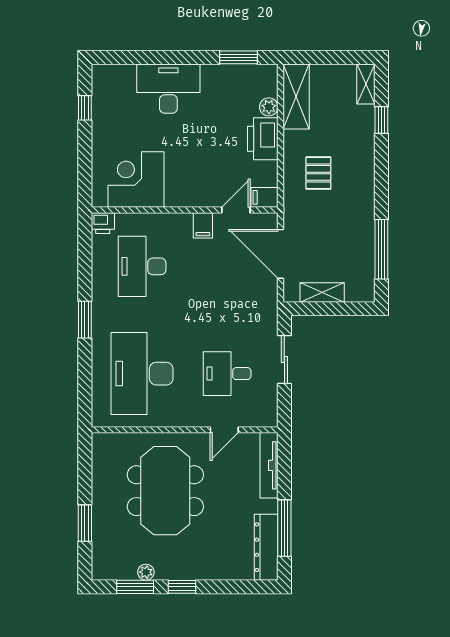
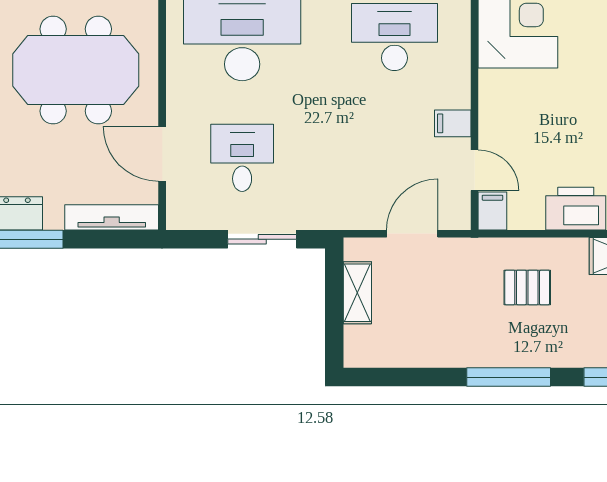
window: (381, 249) -> (509, 377), moved
door: (280, 254) -> (412, 234), width x0.73
door: (224, 430) -> (162, 154), width x1.38

